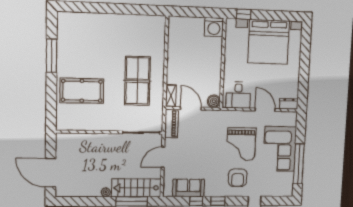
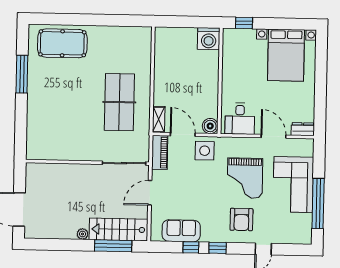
bed with nightstands: (269, 42) -> (286, 55), width x0.73
pool table: (82, 91) -> (62, 43), moved
side table: (209, 122) -> (205, 151), added

